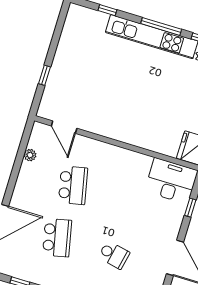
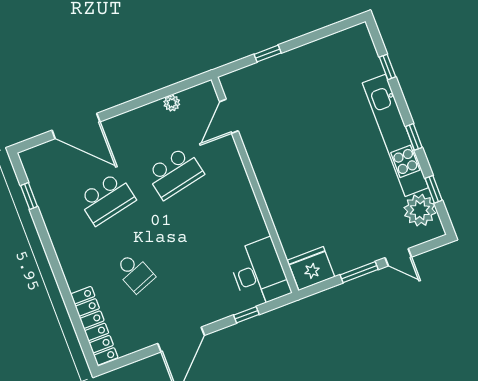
window: (161, 26) -> (414, 137), width x0.46
school desk: (114, 255) -> (135, 273), turned -33

